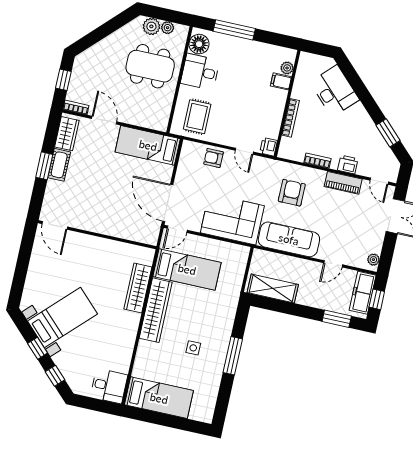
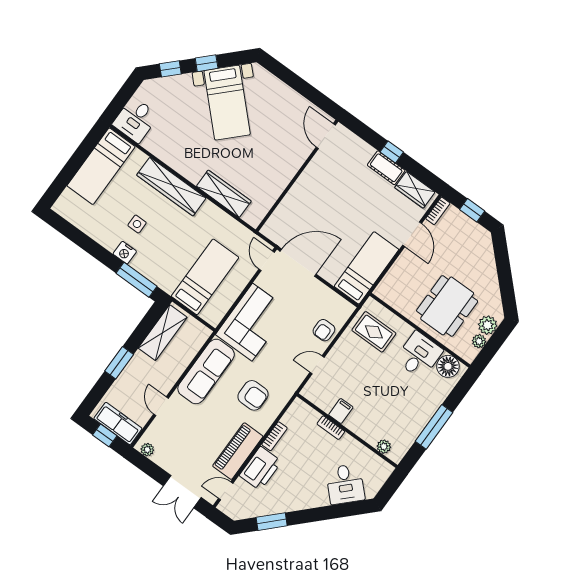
window: (234, 30) -> (434, 427), moved
filing cabinet: (281, 81) -> (341, 411), moved
desk: (334, 91) -> (345, 484), width x0.73
bookcase: (290, 118) -> (331, 428), width x0.64
door: (104, 120) -> (412, 234), hinge flipped
printer: (268, 147) -> (311, 392), removed
armchair: (214, 158) -> (324, 330), turned 180
printer: (348, 164) -> (260, 468), width x1.87, depth x1.48
window: (44, 166) -> (392, 152), width x0.67
piano: (343, 183) -> (238, 451), width x1.37, depth x1.33
door: (55, 225) -> (326, 136), hinge flipped
bed: (187, 269) -> (205, 277), moved, turned 180
wardrobe: (156, 310) -> (171, 187), moved
window: (337, 319) -> (119, 363), moved
nightstand: (221, 348) -> (125, 253), added
window: (233, 356) -> (136, 280), moved

